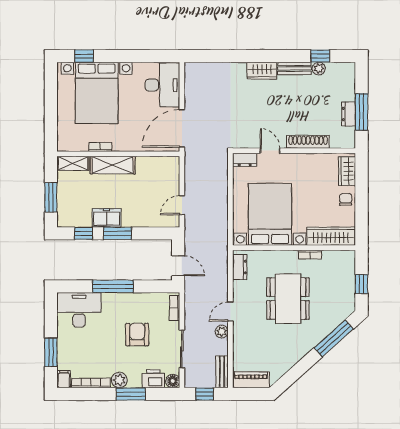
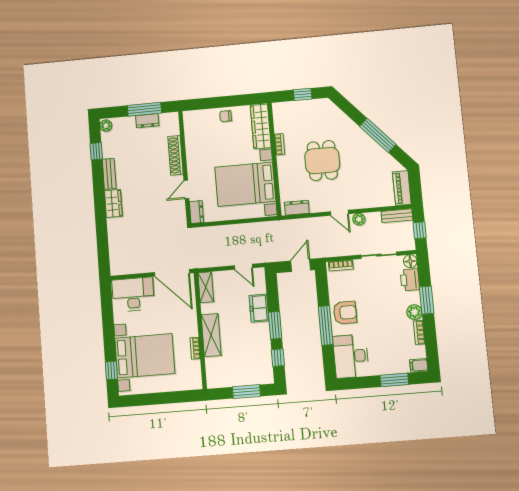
plant: (319, 69) -> (106, 126), moved
shelving: (73, 163) -> (206, 287), moved
wardrobe: (347, 171) -> (200, 117), removed
freezer: (107, 218) -> (259, 308), moved
dining table: (288, 299) -> (322, 161), width x0.73
armchair: (137, 335) -> (345, 313), moved, turned 180
window: (334, 338) -> (378, 135), moved
bookcase: (91, 383) -> (419, 332), width x0.64

